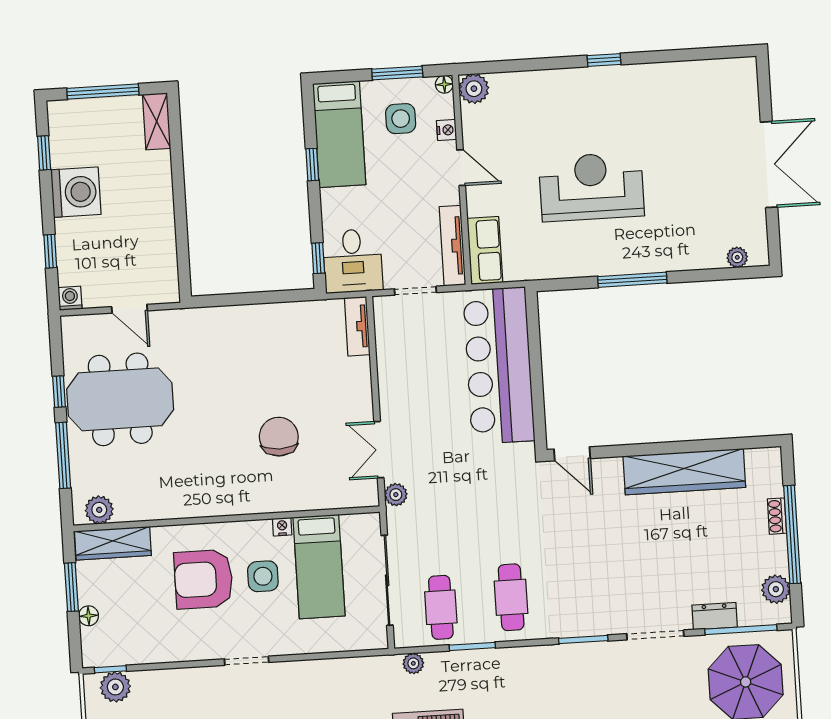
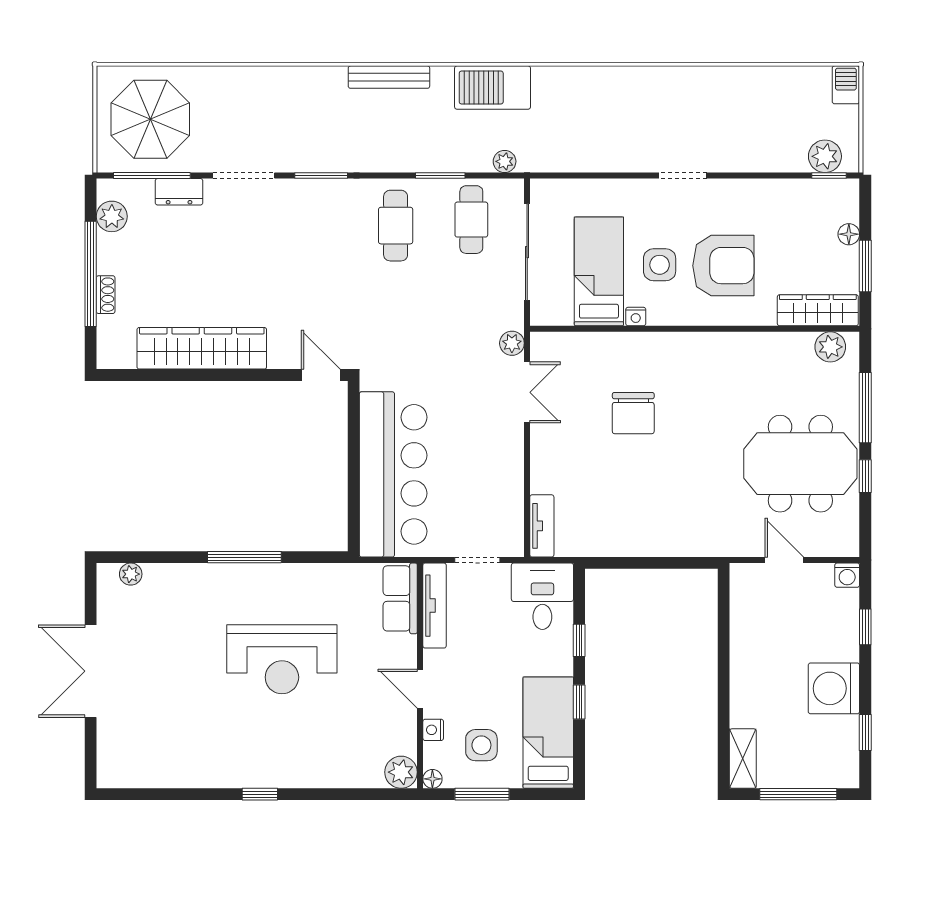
window: (318, 258) -> (579, 640), moved

